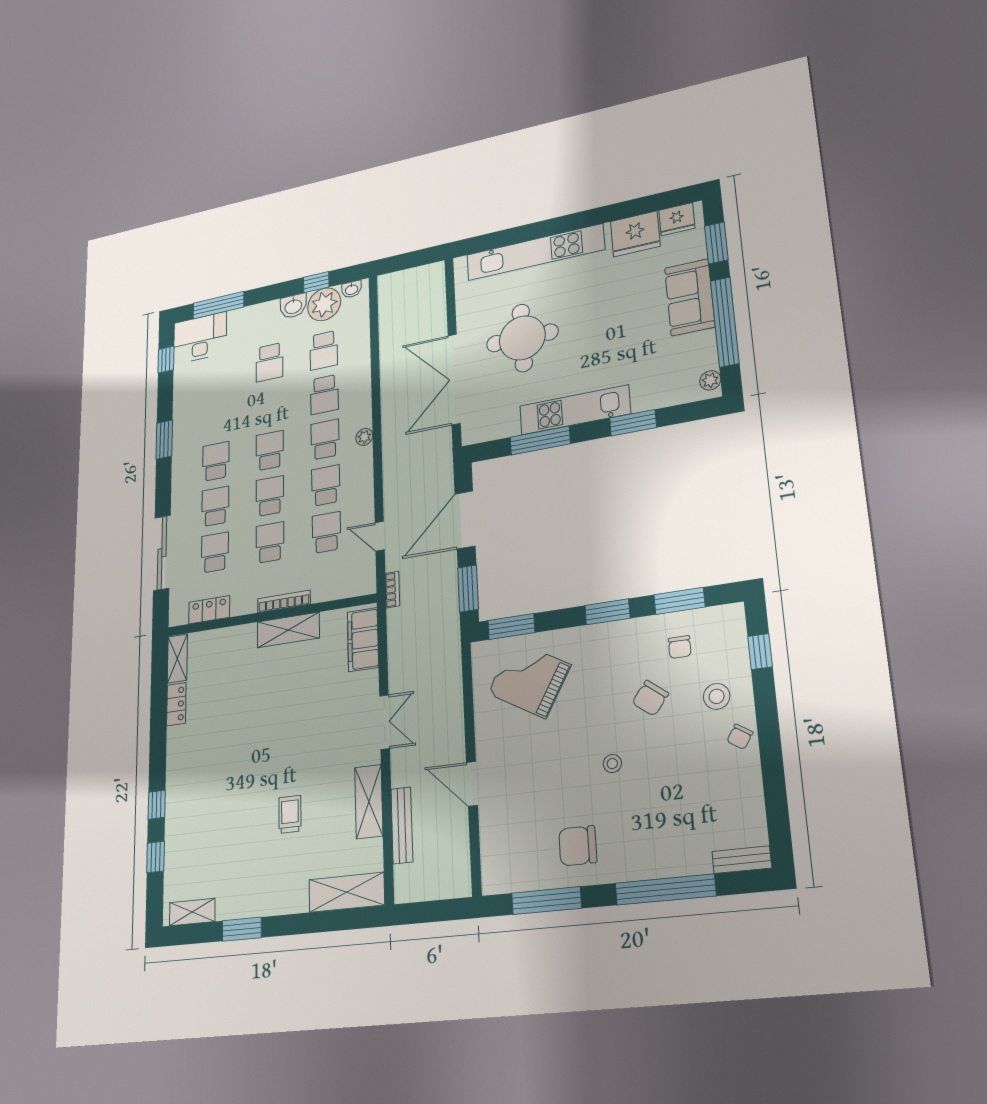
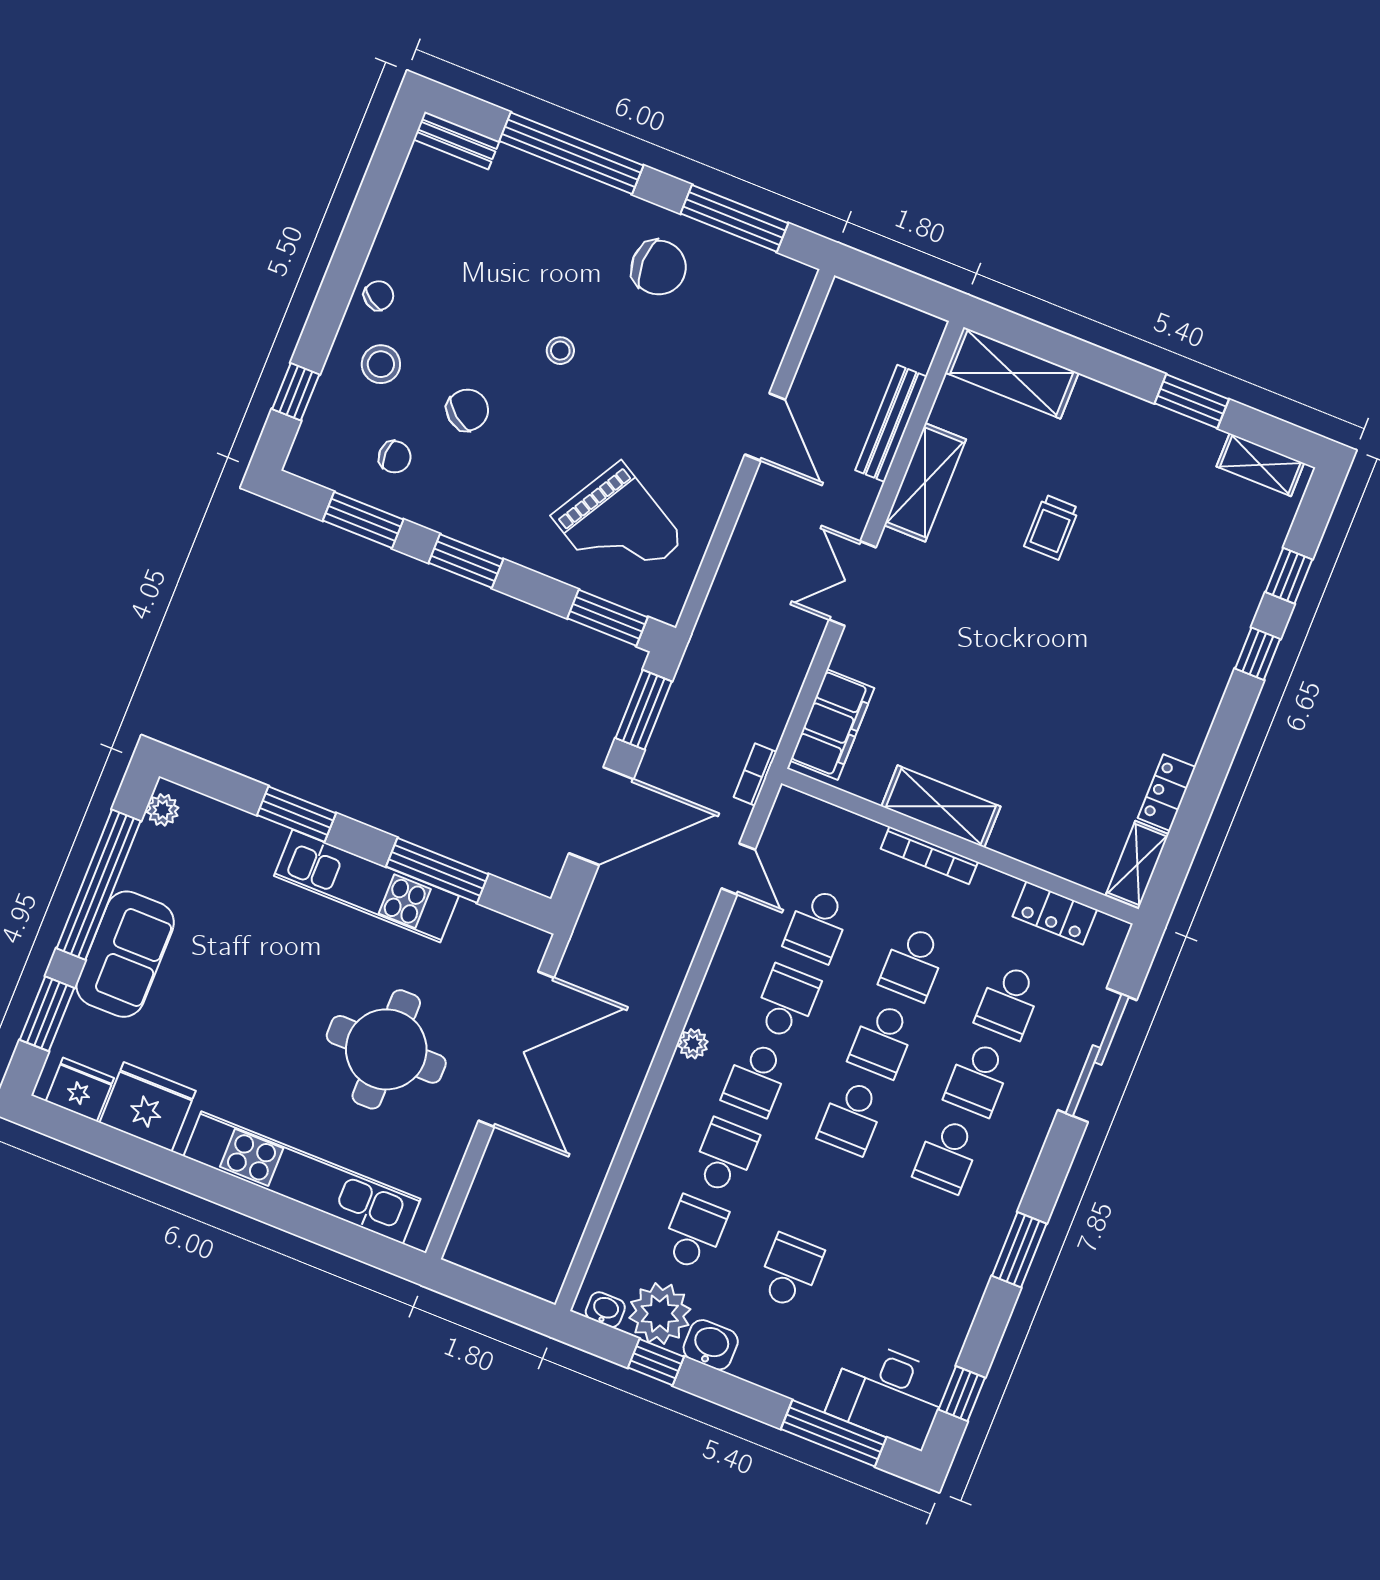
school desk: (326, 485) -> (787, 1002), turned 180
chair: (680, 647) -> (395, 457), turned 91

